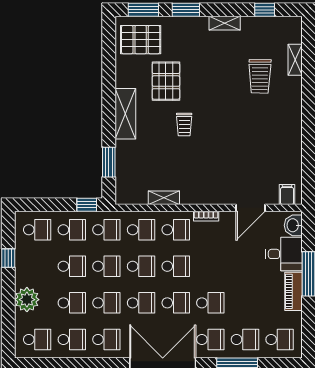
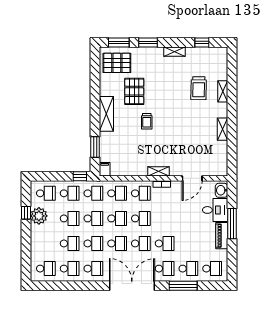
shelving: (295, 60) -> (223, 91), moved
shelving: (295, 136) -> (223, 129), added
filing cabinet: (287, 195) -> (105, 169), moved
shelving: (164, 198) -> (158, 171), moved
plant: (27, 300) -> (39, 216), moved

